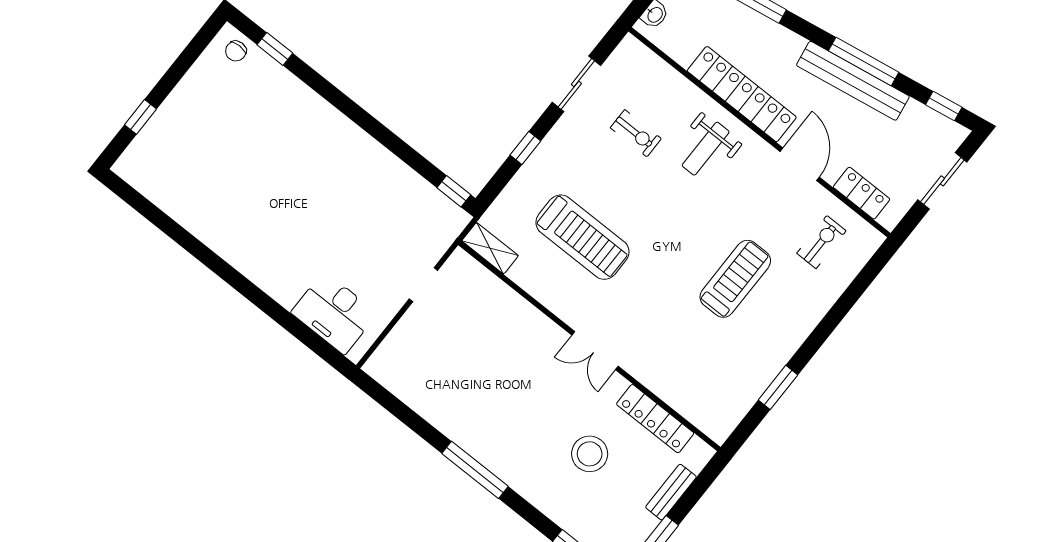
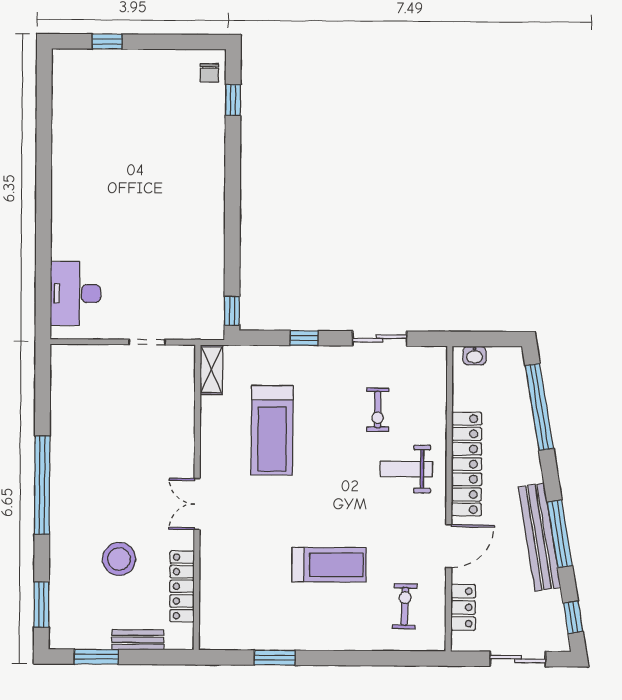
chair: (236, 51) -> (209, 73), turned -90
exercise bike: (821, 242) -> (405, 606), turned -88
window: (475, 470) -> (42, 485), width x1.46

